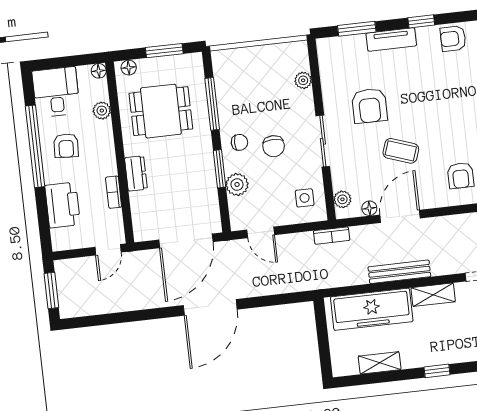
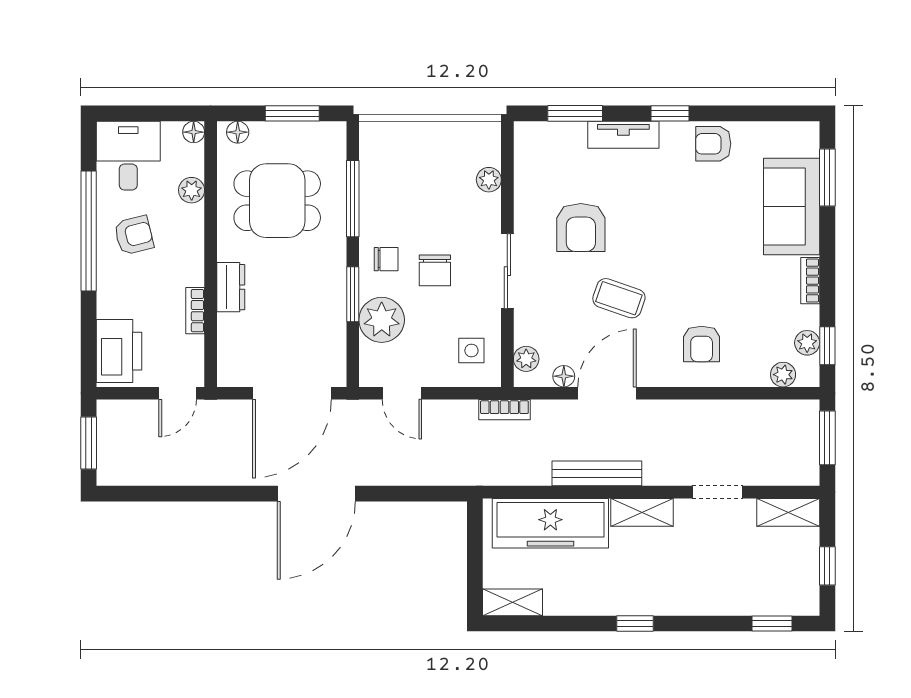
armchair: (66, 146) -> (134, 235), turned -107
plant: (237, 184) -> (382, 320), width x1.36, depth x1.36
printer: (63, 205) -> (119, 351), moved
shelving: (380, 363) -> (513, 602), moved

